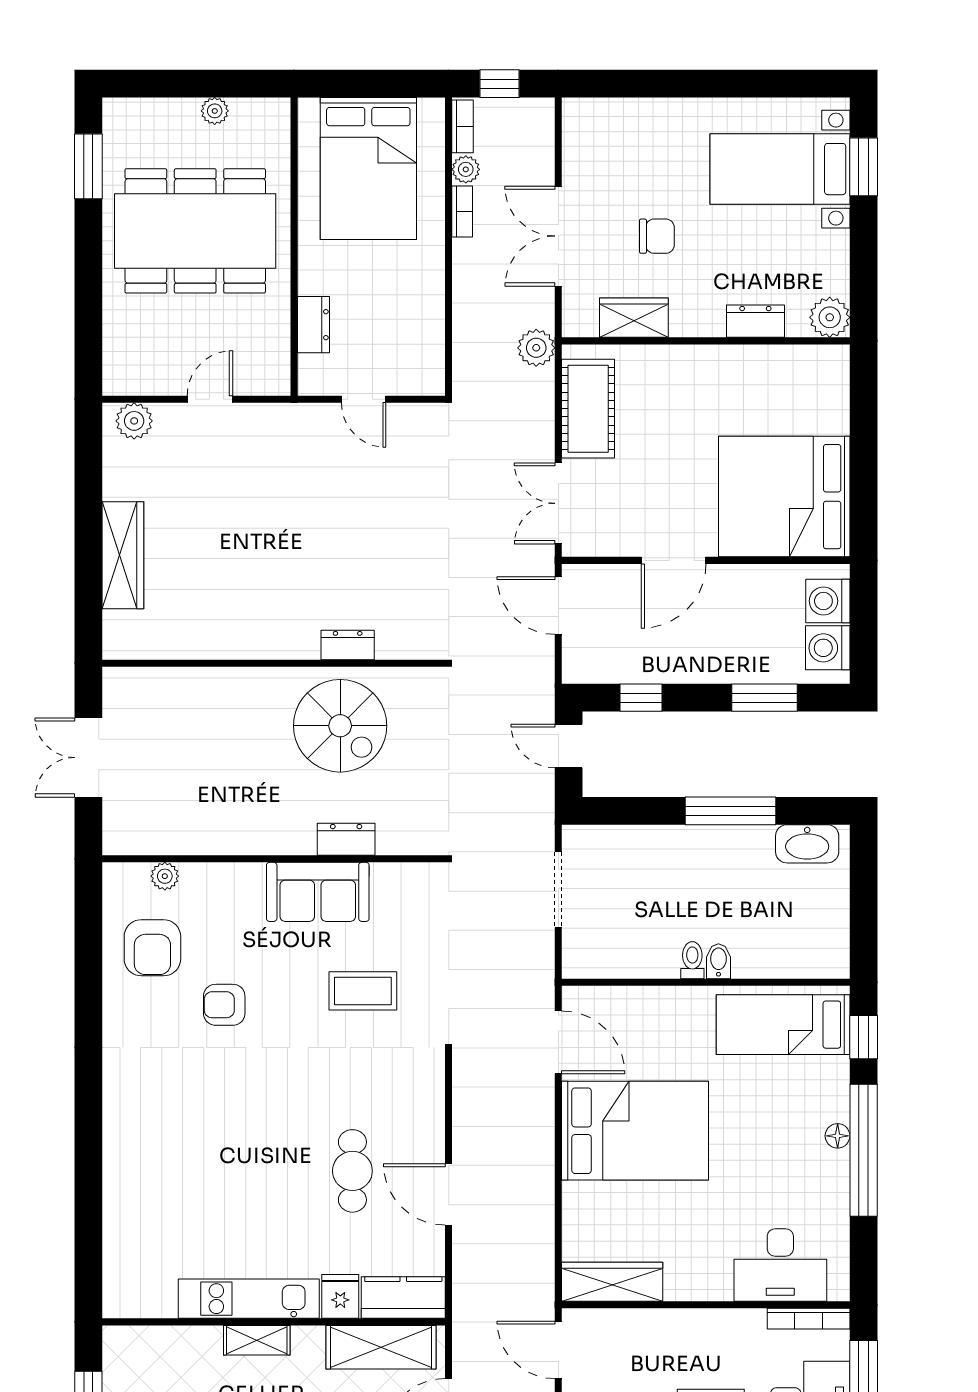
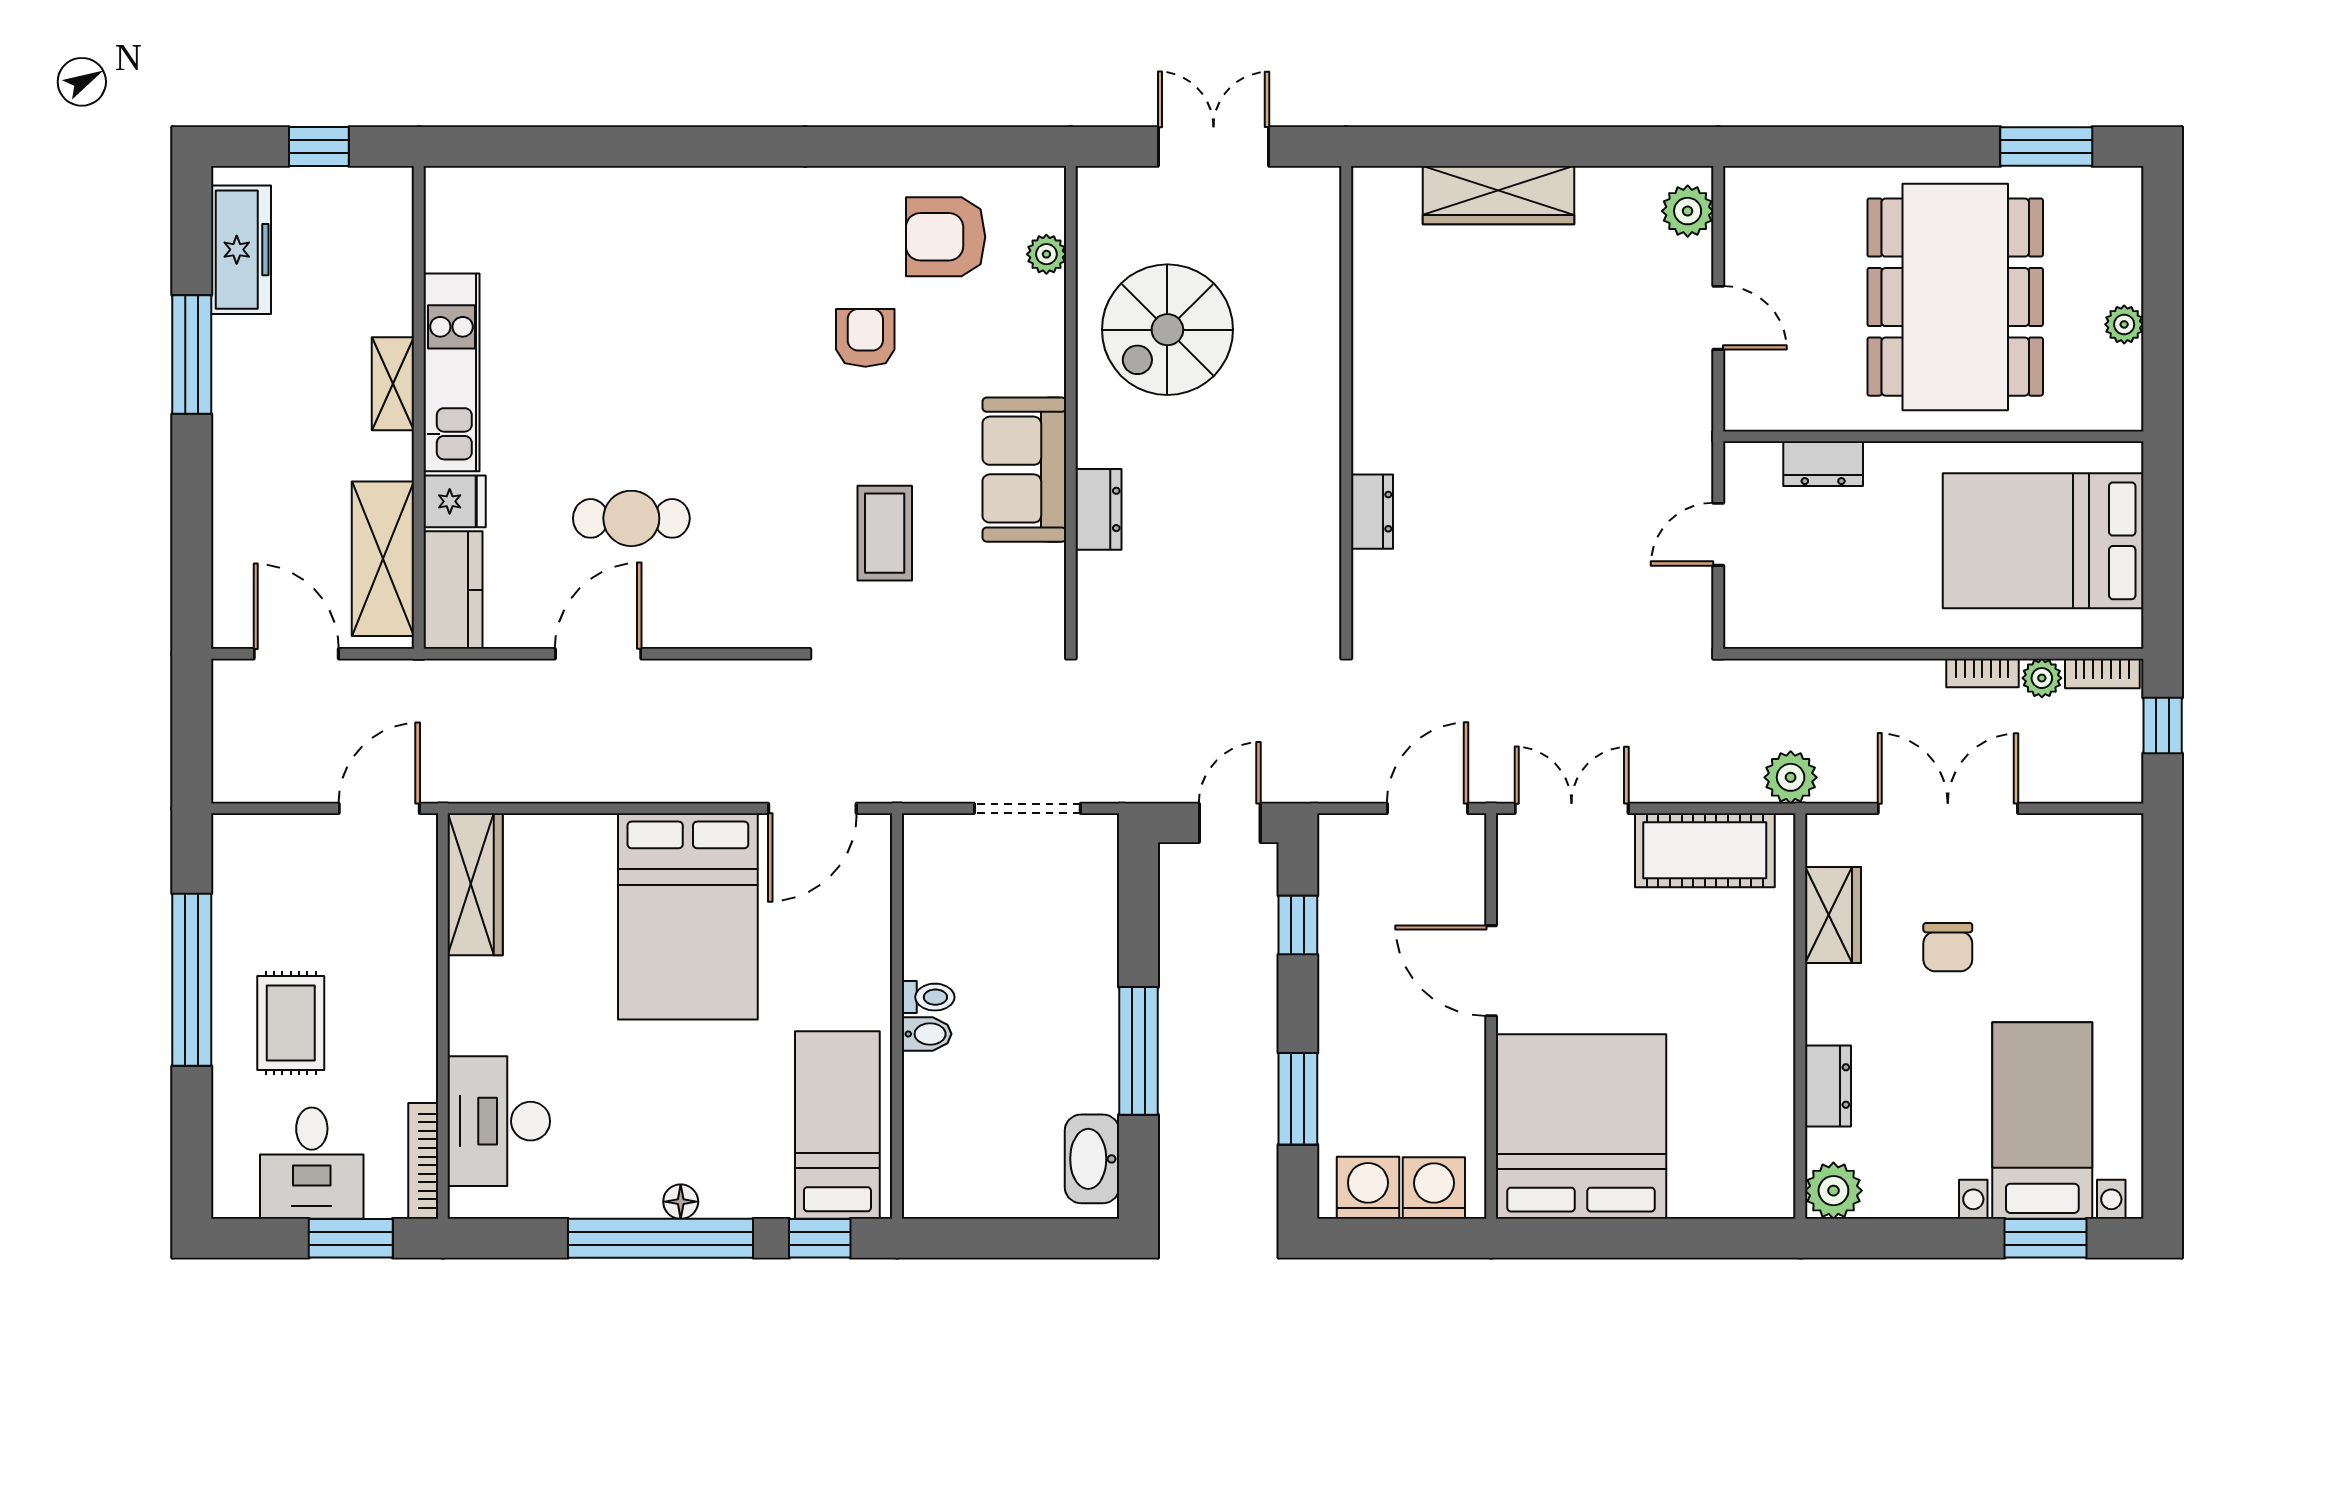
spiral stairs: (340, 726) -> (1167, 330), moved

